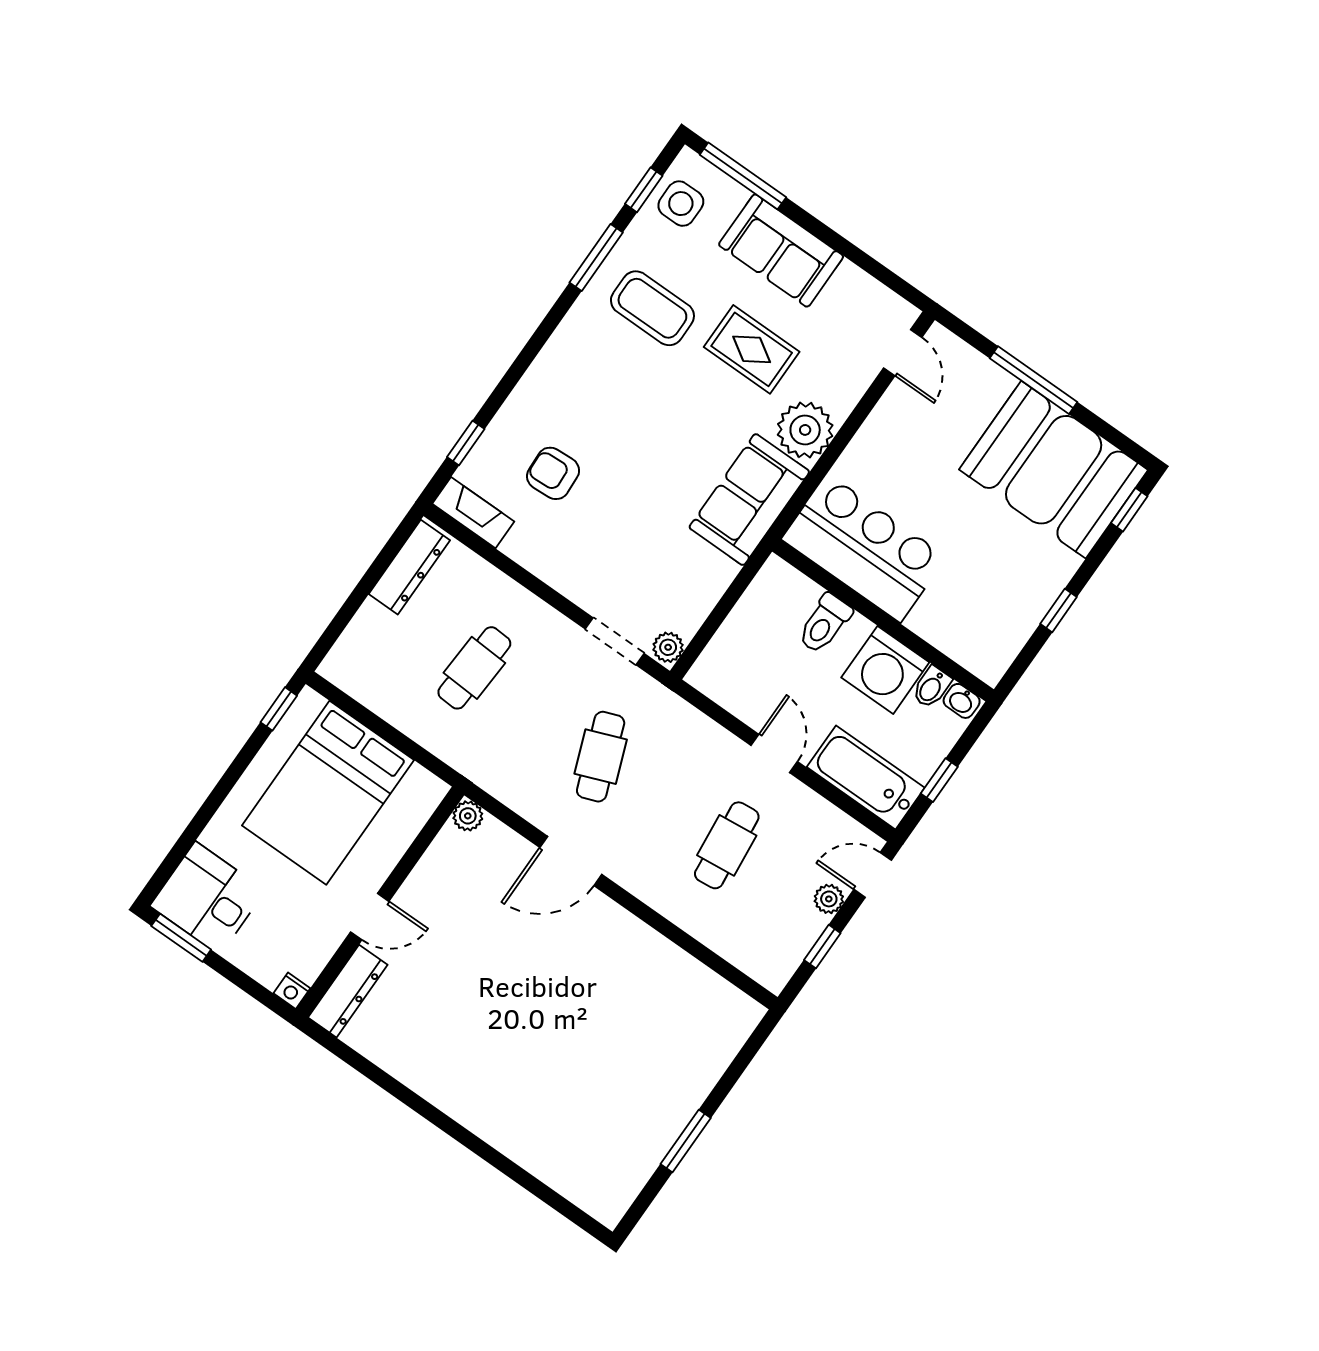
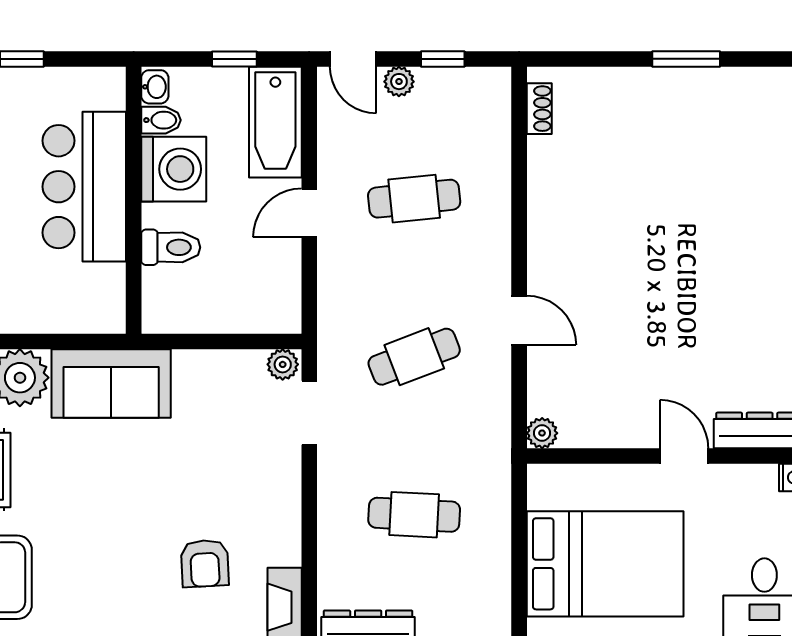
bar counter: (864, 548) -> (84, 187), moved
door: (571, 861) -> (519, 320), width x0.73
shoe rack: (729, 996) -> (539, 109), added

